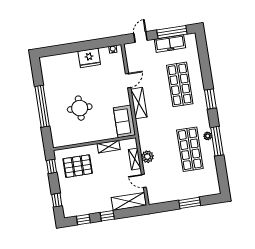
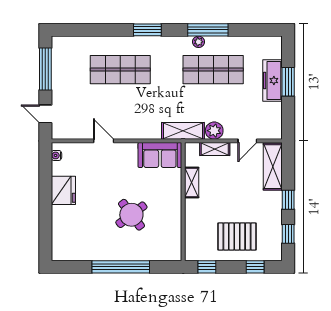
freezer: (170, 44) -> (273, 81), moved, turned 180
shelving: (139, 103) -> (183, 131), moved
round table: (80, 108) -> (131, 215), turned -37
pallet: (78, 166) -> (237, 236), moved, turned 90

